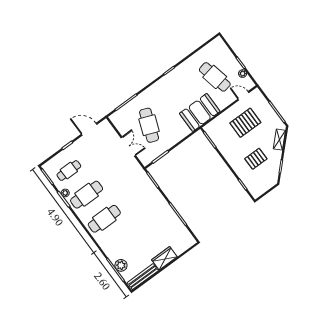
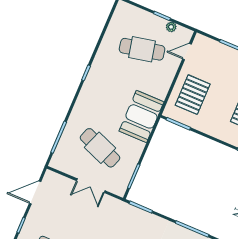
booth: (200, 112) -> (142, 116), moved
pallet: (245, 123) -> (193, 95), moved
double door: (128, 146) -> (91, 186), swing flipped

